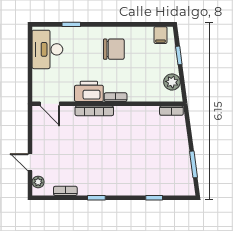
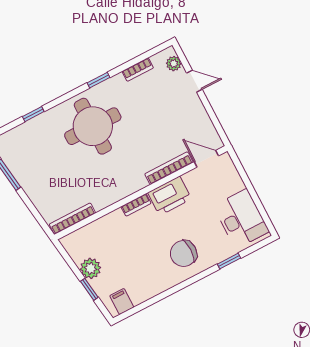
chair: (114, 49) -> (184, 253), moved
plant: (172, 82) -> (91, 268), moved
bookcase: (94, 111) -> (169, 168), moved
bookcase: (171, 111) -> (72, 219), width x1.56
round table: (117, 168) -> (93, 126), added

